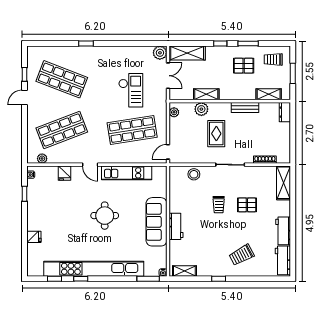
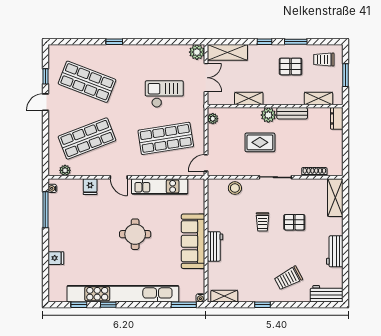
checkout: (131, 90) -> (164, 94), turned -90
plant: (201, 109) -> (268, 115), moved
rug: (216, 134) -> (260, 142), turned 90
window: (25, 194) -> (45, 210), width x2.17
workbench: (283, 260) -> (327, 294), moved, turned 90

